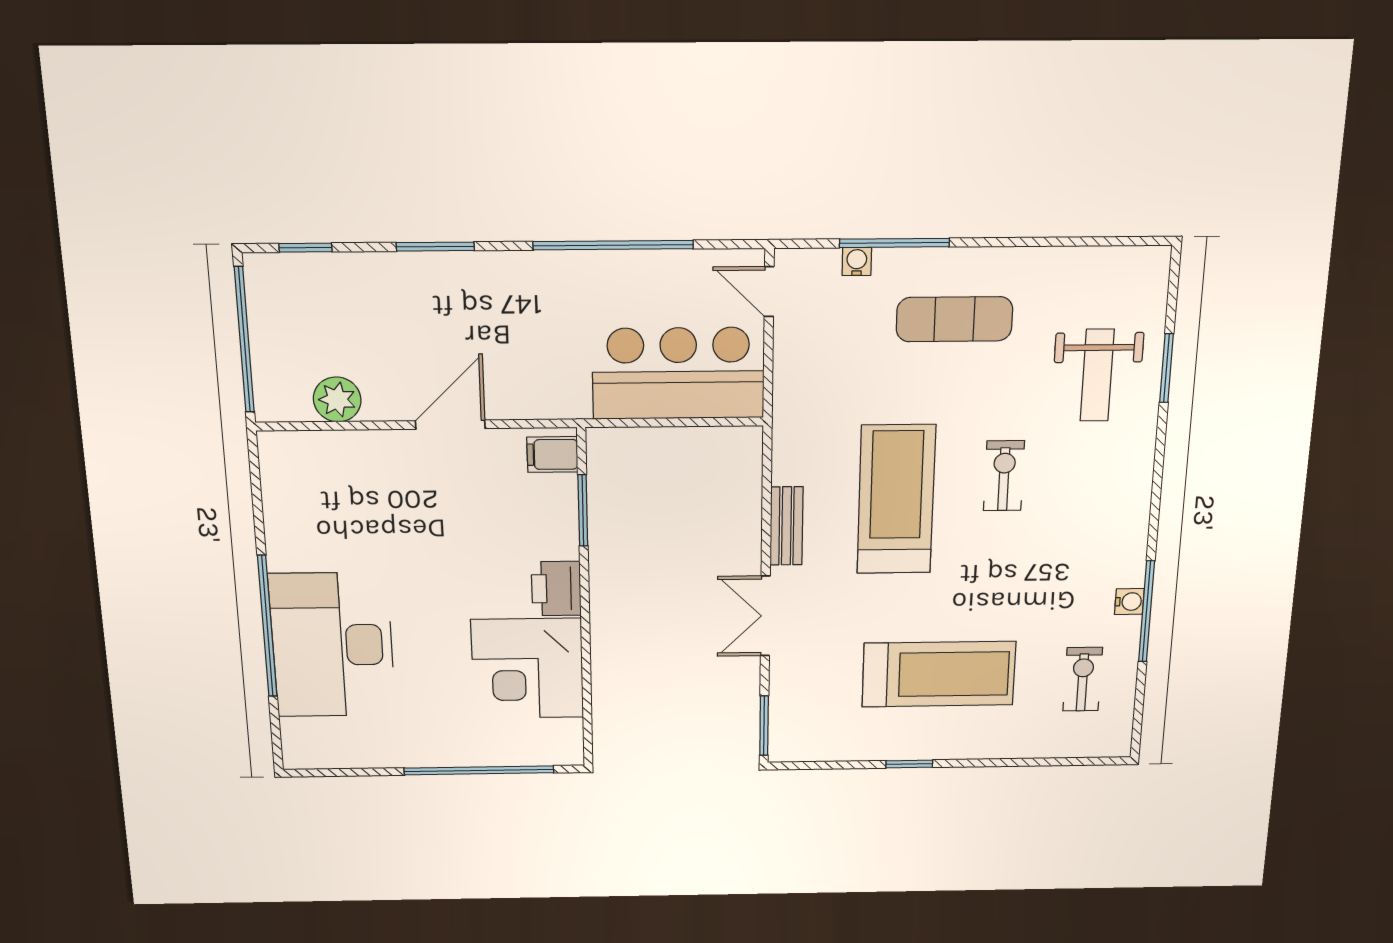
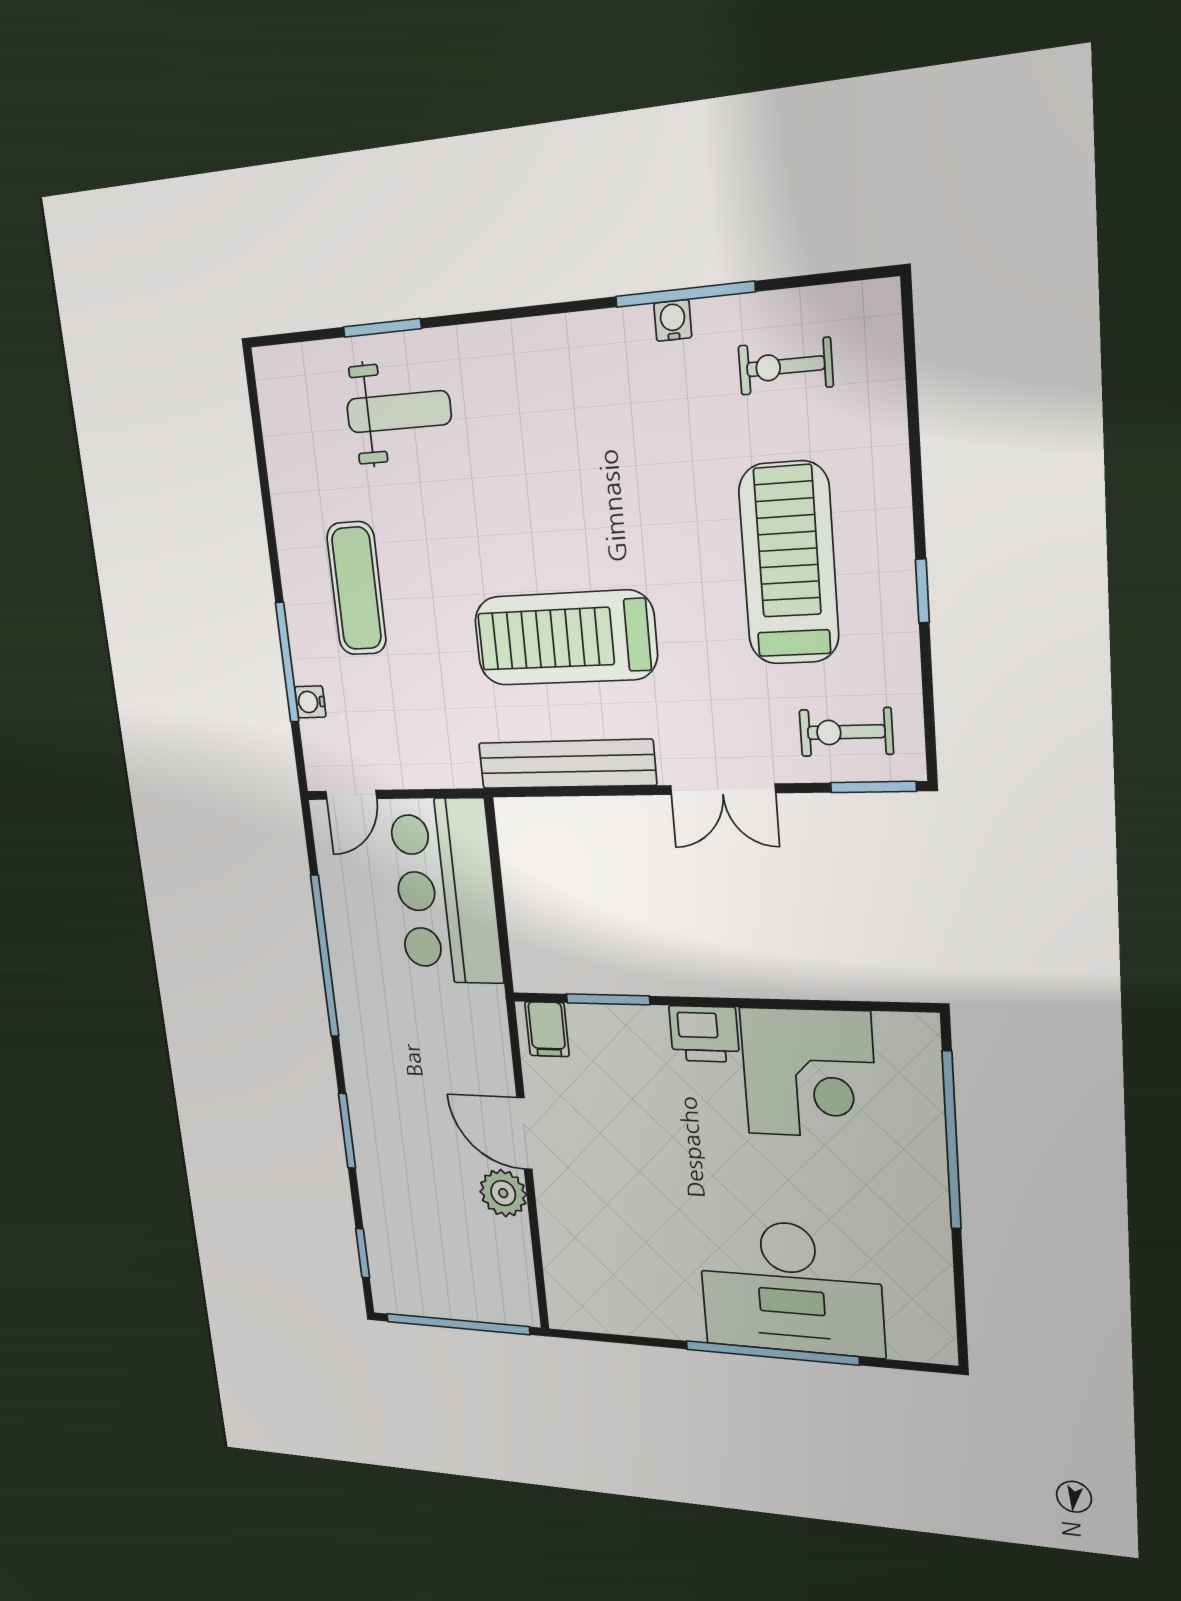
plant: (337, 399) -> (503, 1193), moved
exercise bike: (1004, 476) -> (846, 732), moved
bench: (786, 526) -> (567, 764), width x1.86, depth x1.21

